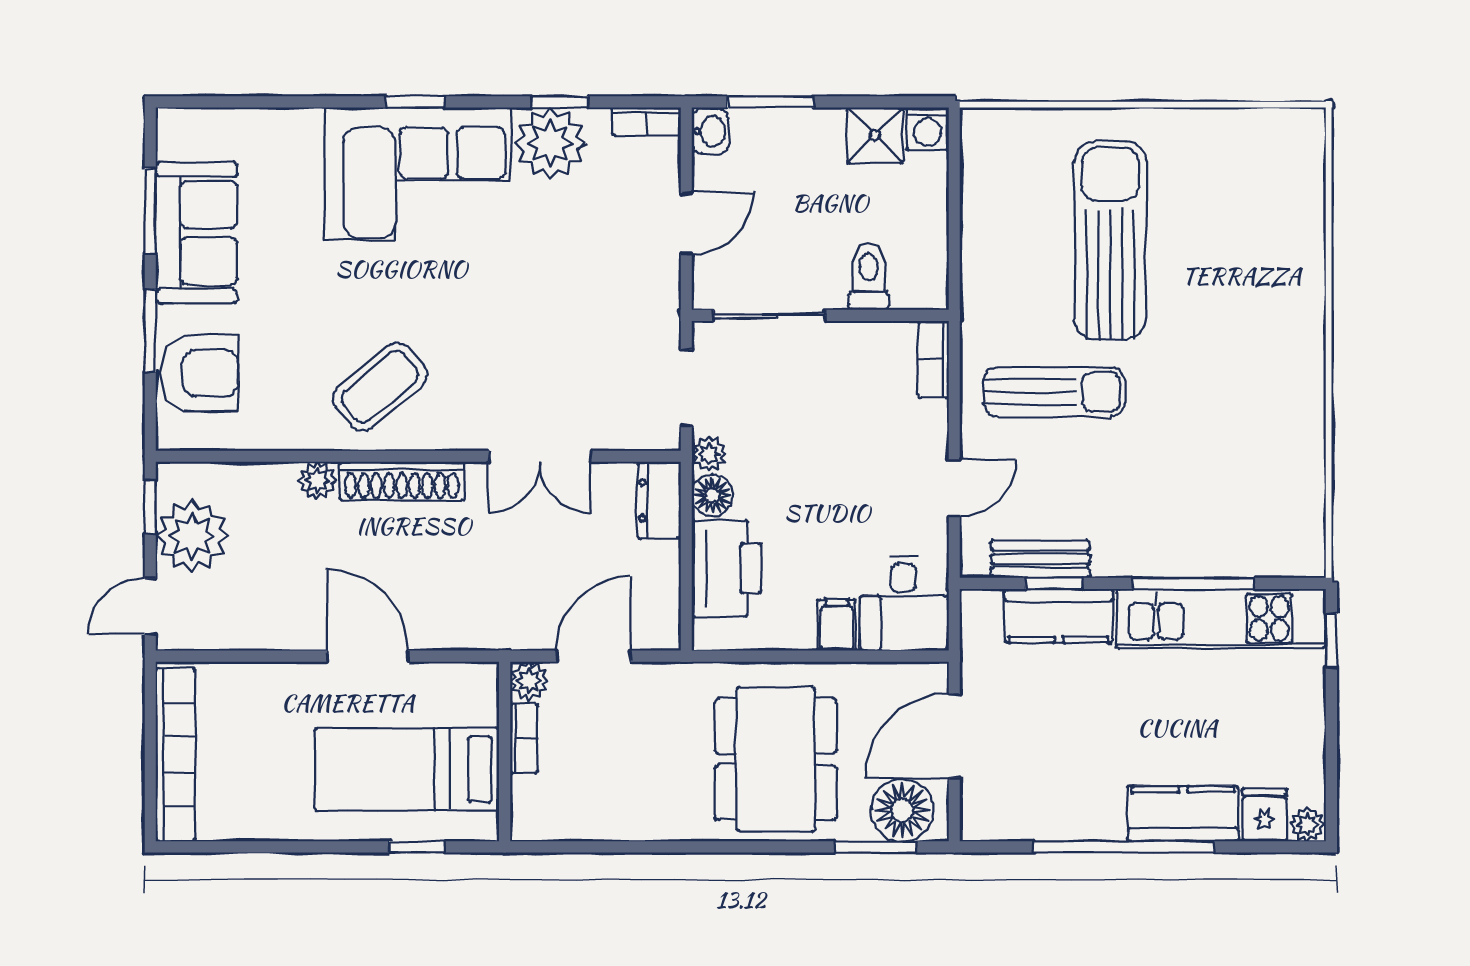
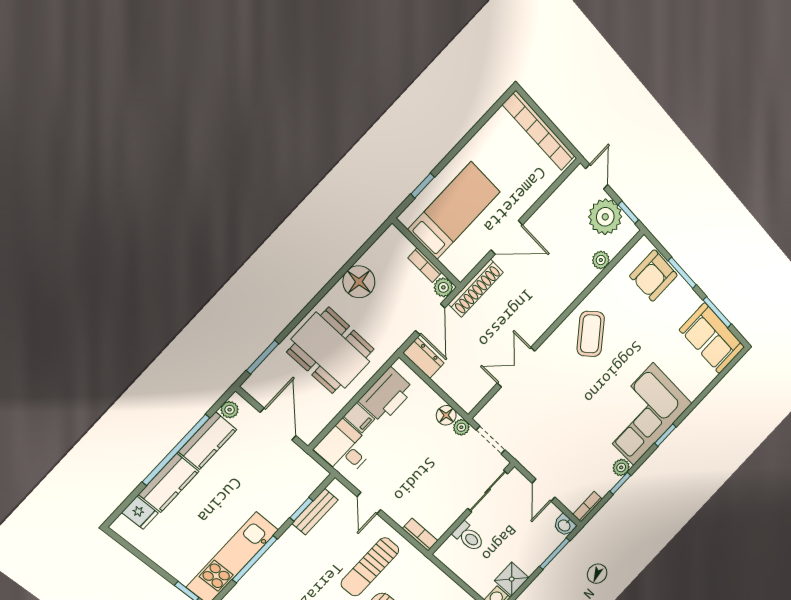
plant: (550, 143) -> (621, 467), width x0.53, depth x0.53
sofa: (196, 233) -> (712, 338), moved
plant: (317, 480) -> (601, 260), moved
shoe rack: (402, 481) -> (476, 288), moved, turned 180
dresser: (659, 500) -> (424, 358), moved
printer: (727, 568) -> (387, 395), moved, turned -90
kitchen counter: (1059, 616) -> (208, 441), moved, turned 180
floor lamp: (902, 810) -> (359, 282), moved
plant: (1307, 824) -> (230, 410), moved

